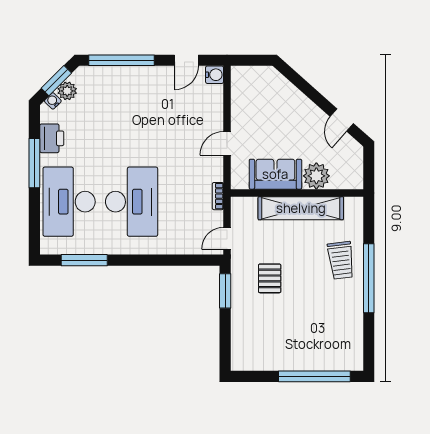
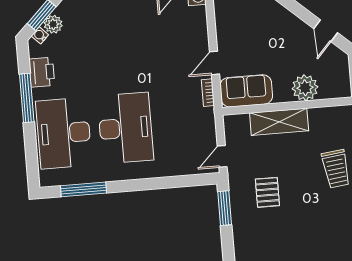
sofa: (275, 174) -> (246, 91), moved
bookcase: (218, 196) -> (208, 93), moved
shelving: (301, 208) -> (279, 122), width x0.68

